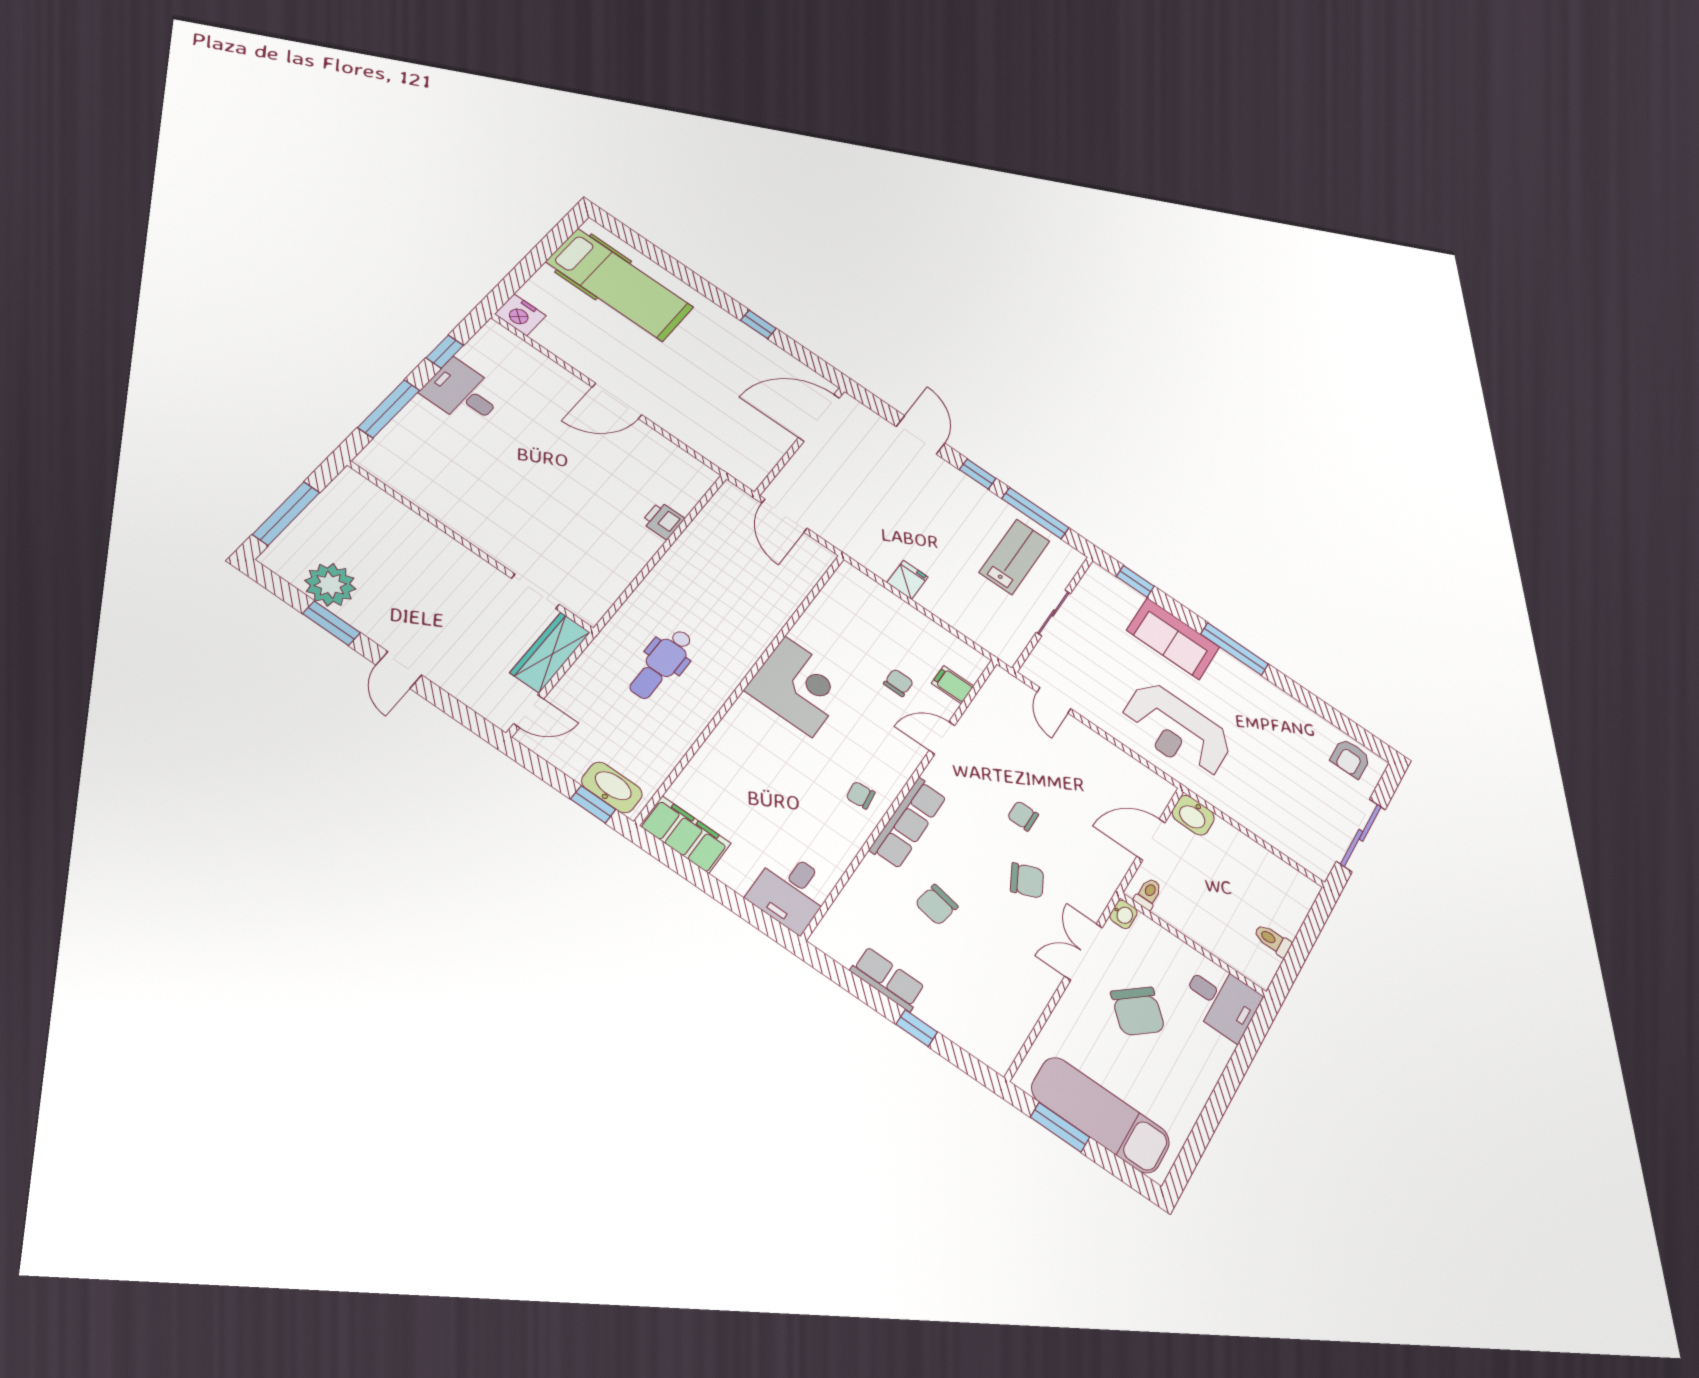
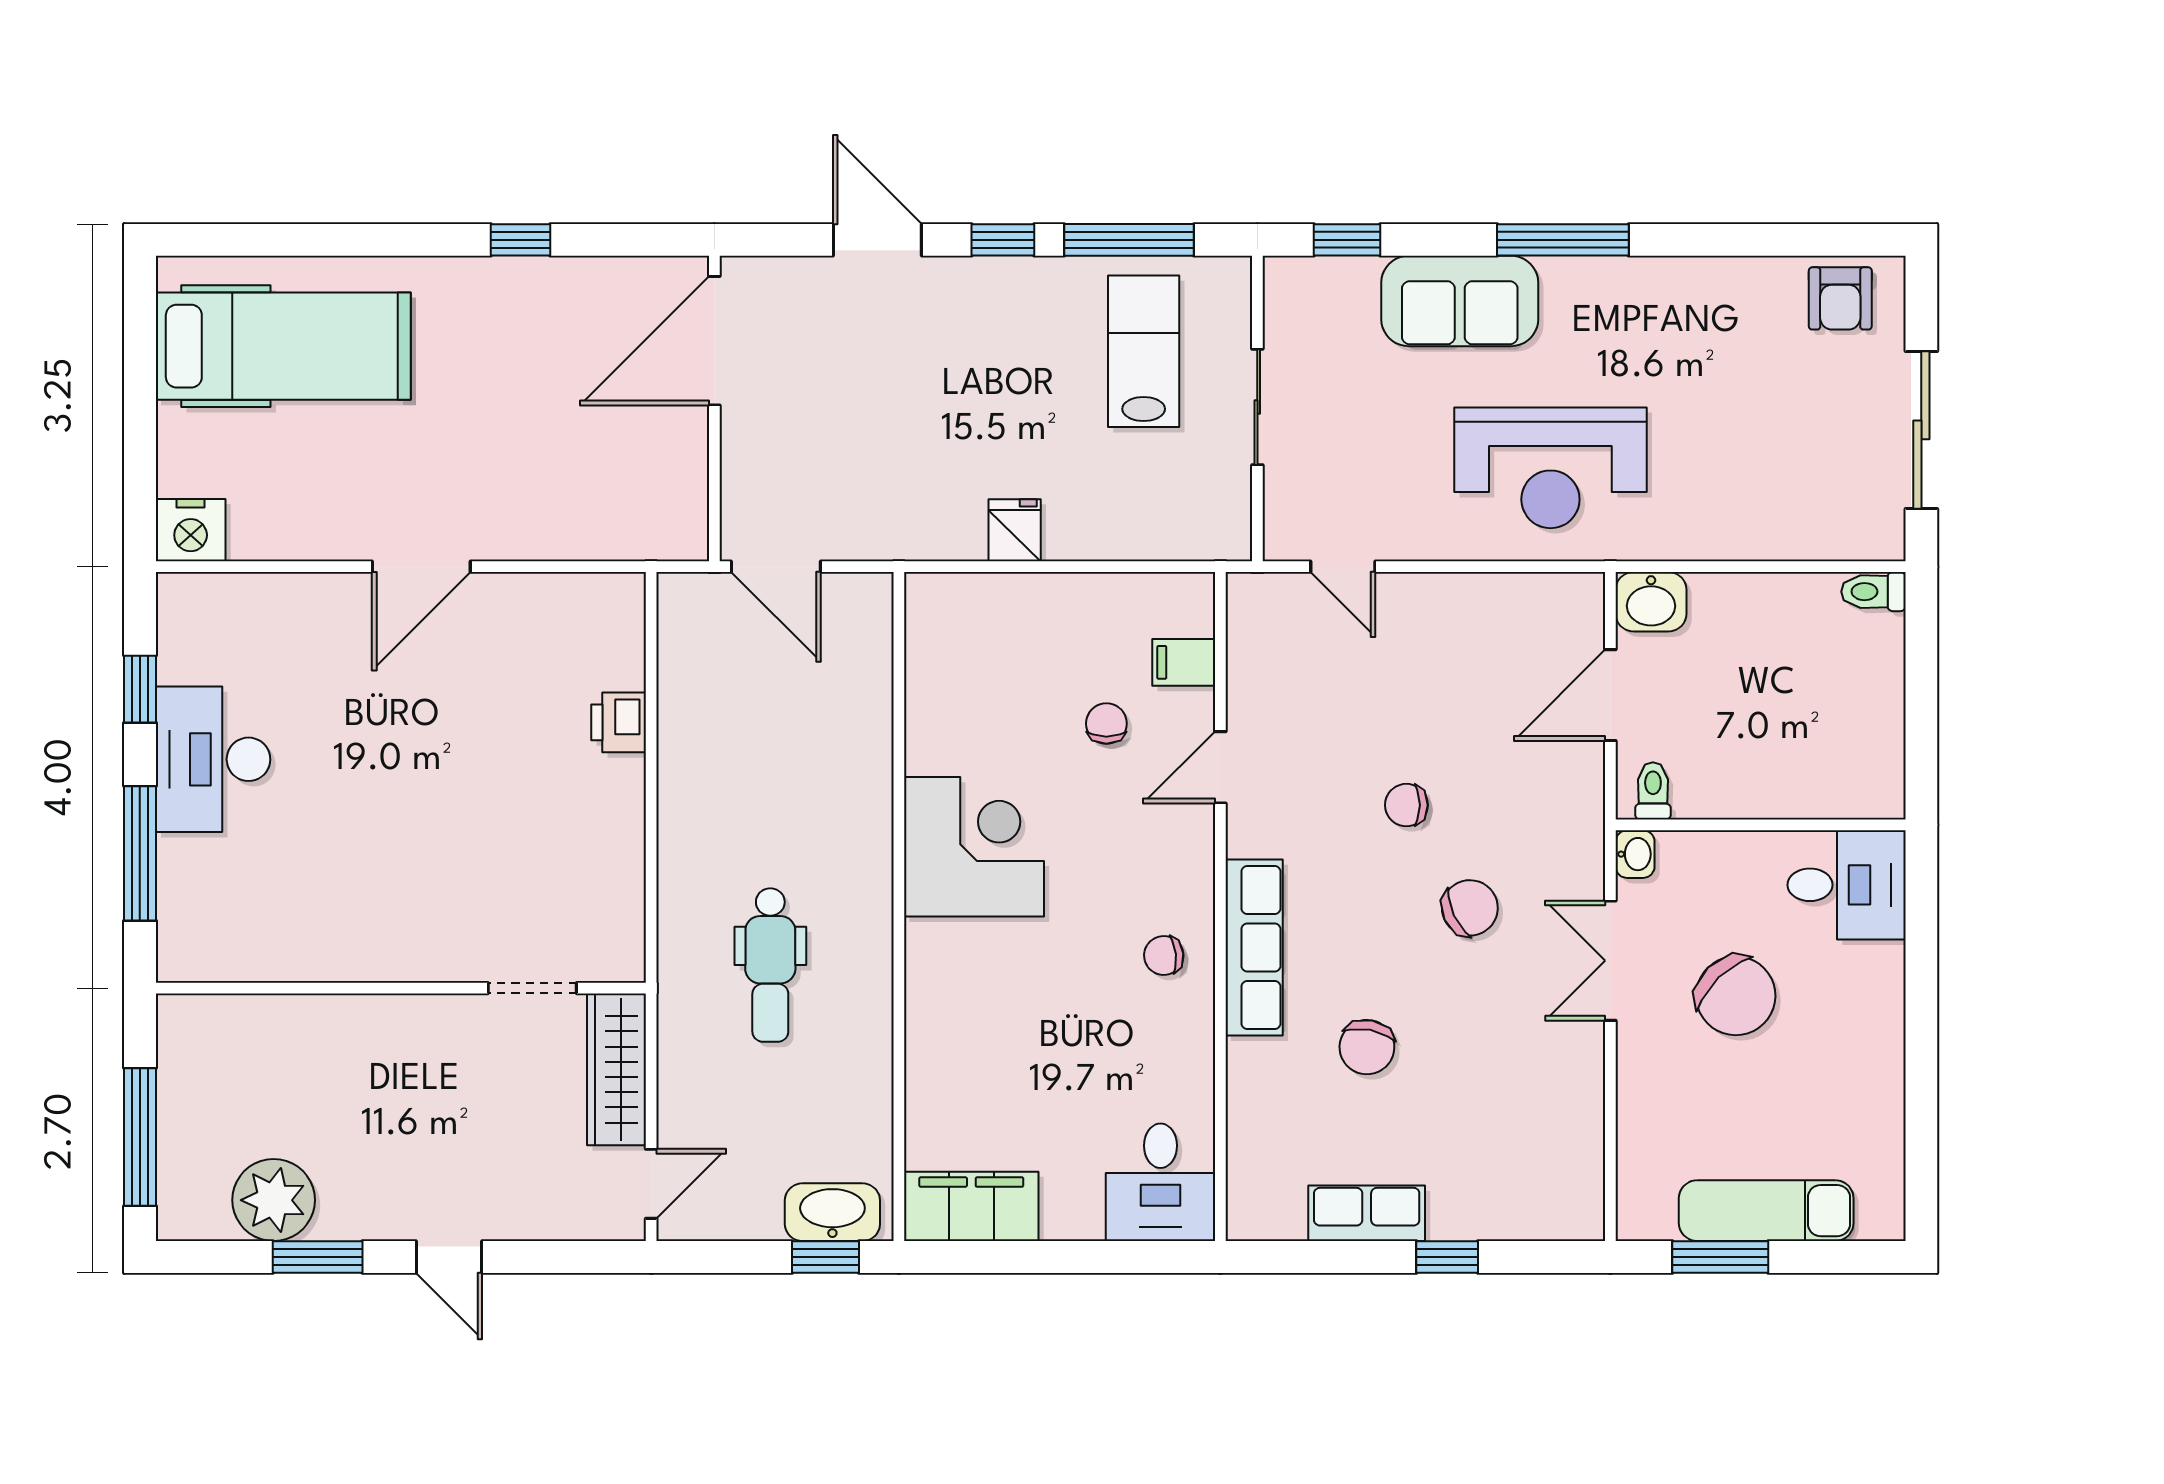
desk: (463, 393) -> (213, 759), width x1.37
toilet: (1273, 940) -> (1873, 592), moved
exam couch: (1101, 1115) -> (1766, 1211), width x0.73, depth x0.69

